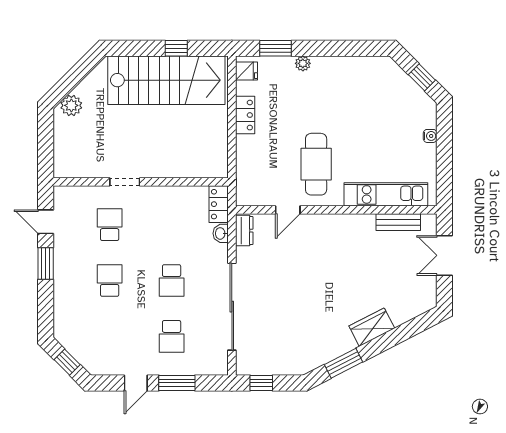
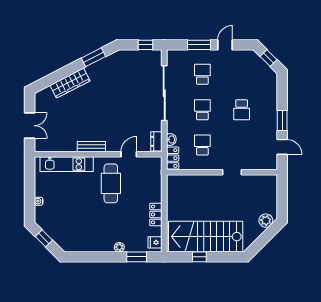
bench: (398, 222) -> (91, 147), moved
school desk: (110, 225) -> (202, 145), moved, turned 180
wardrobe: (372, 327) -> (70, 83), width x1.50

